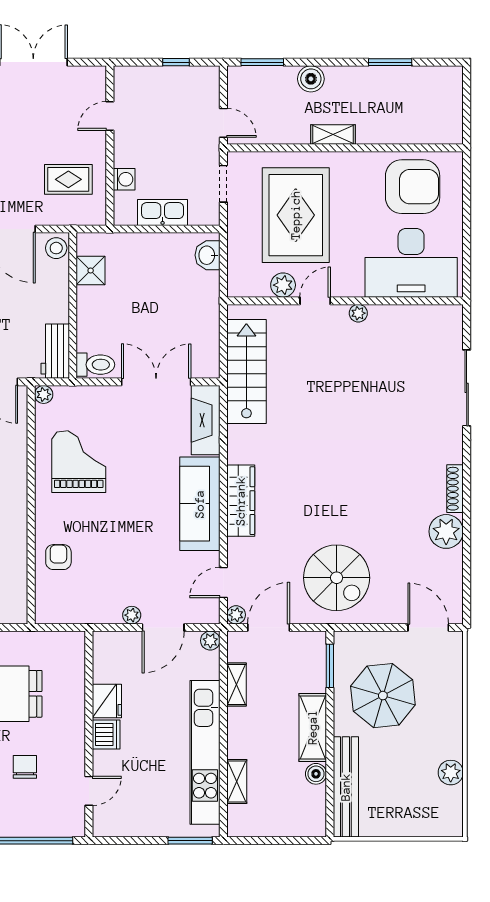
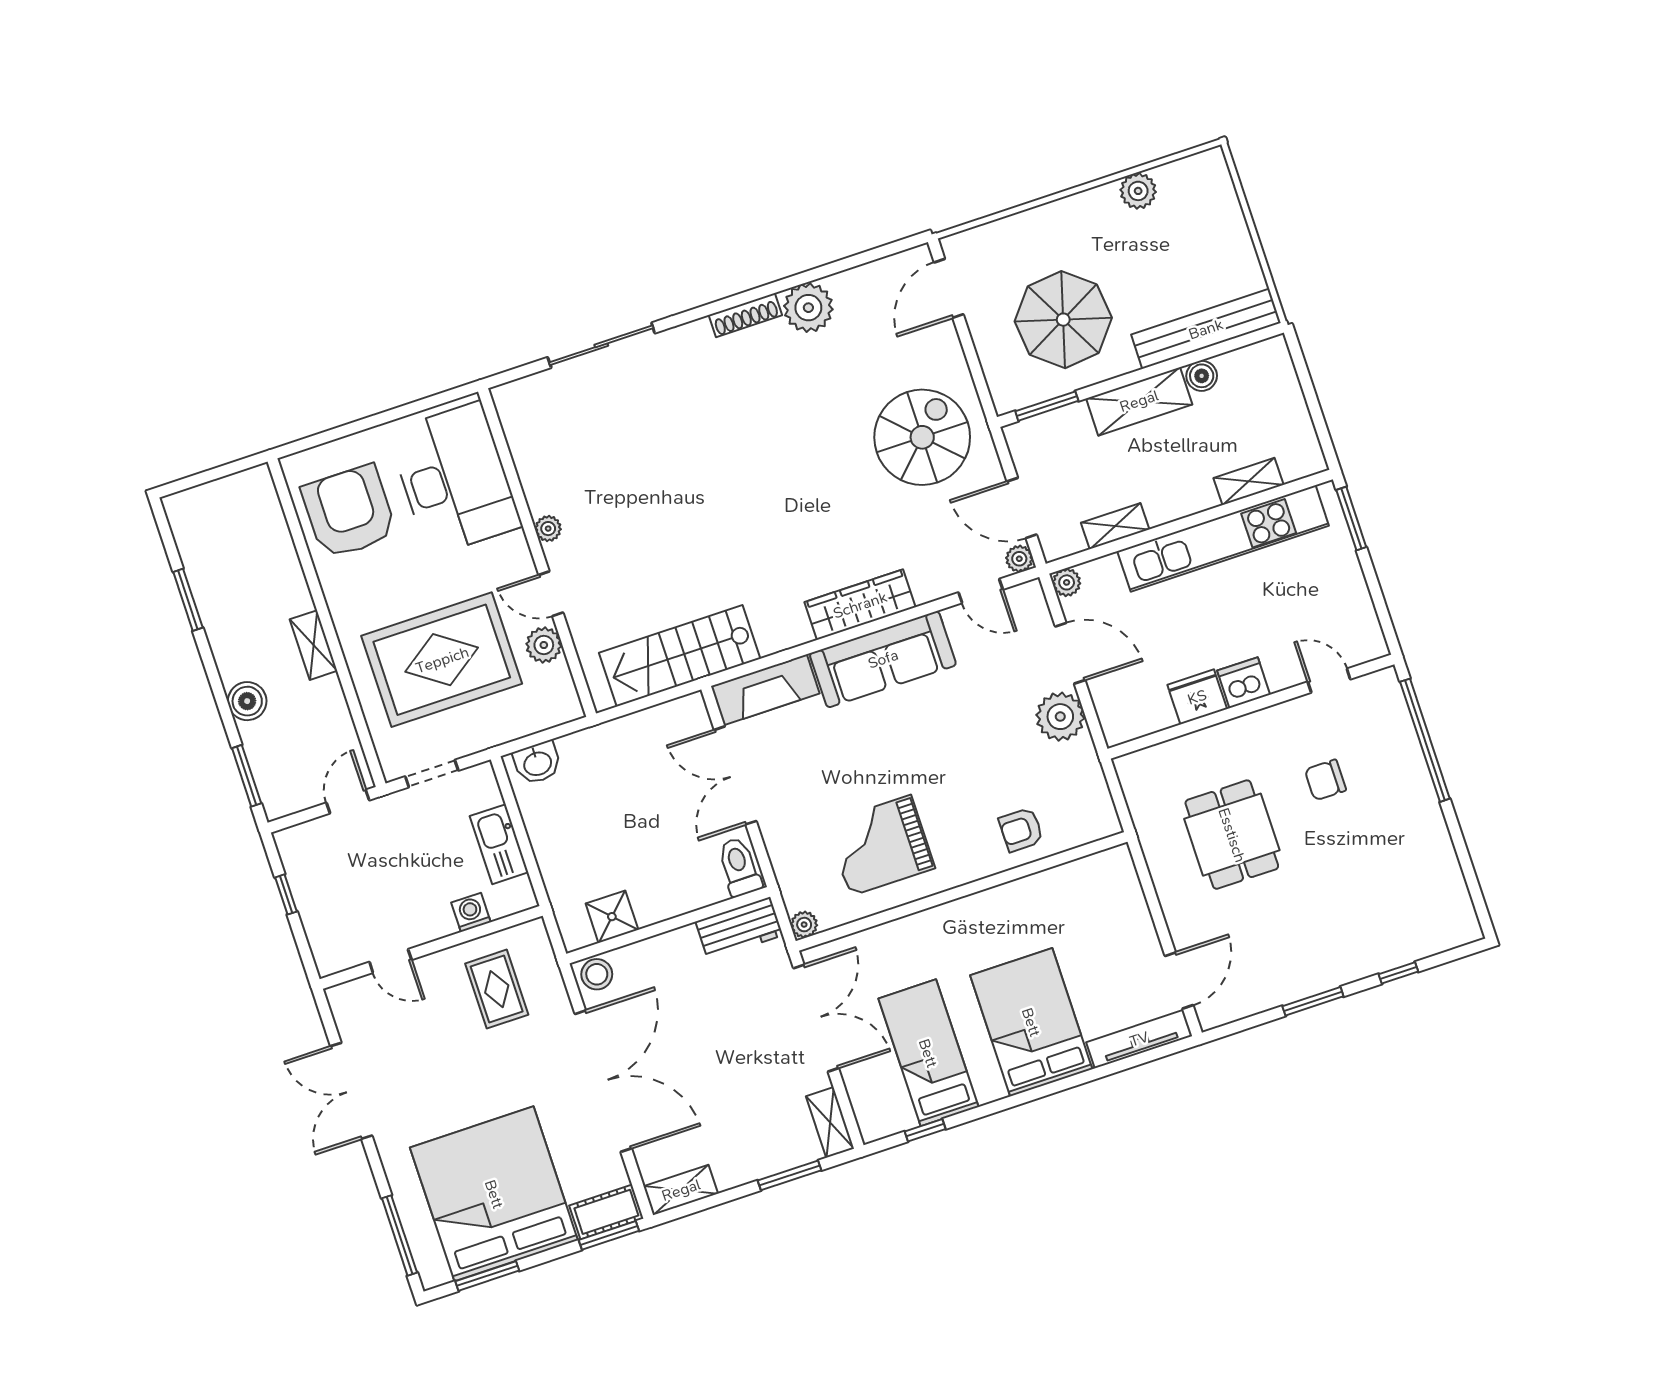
plant: (132, 615) -> (1060, 717), width x1.87, depth x1.87

